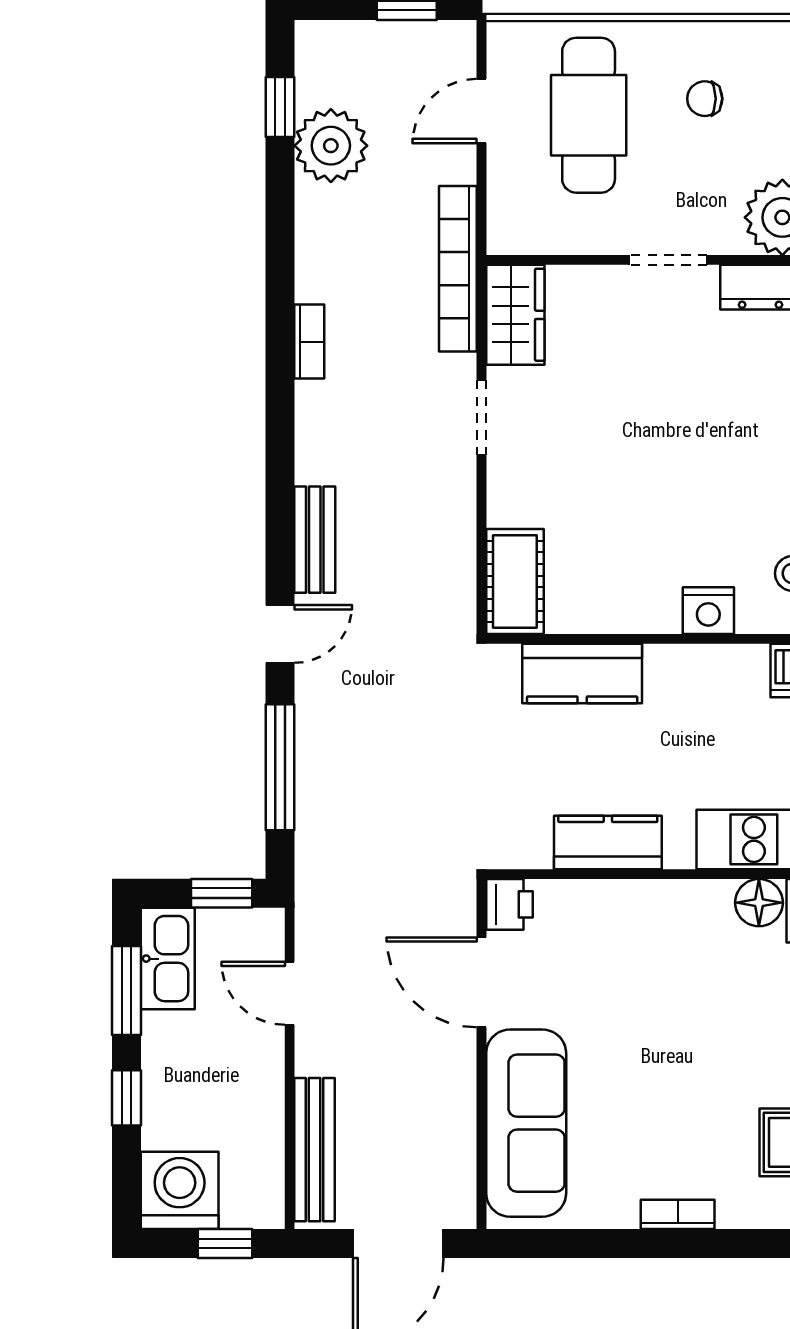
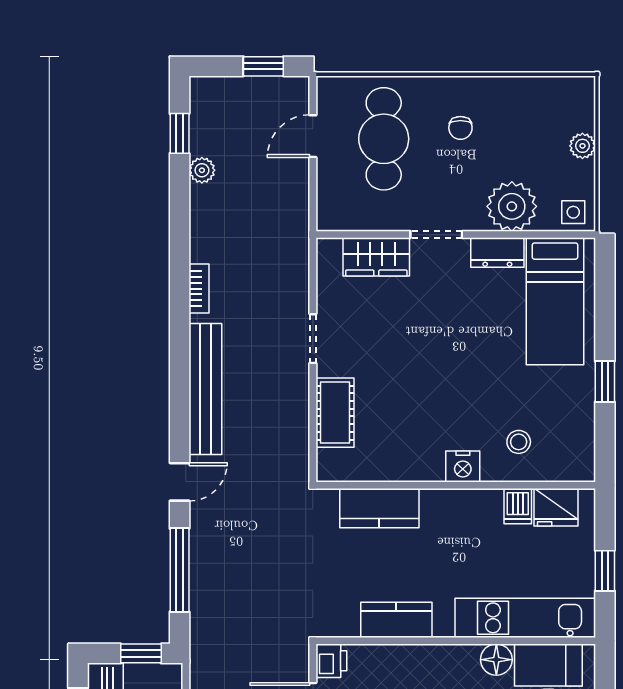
chair: (705, 99) -> (460, 128), turned -90
plant: (331, 146) -> (202, 170), width x0.53, depth x0.53
bookcase: (458, 269) -> (297, 240), removed
wardrobe: (515, 315) -> (376, 257), moved, turned 90
bench: (315, 540) -> (205, 389), width x1.86, depth x1.21
cot: (515, 582) -> (335, 413), moved

